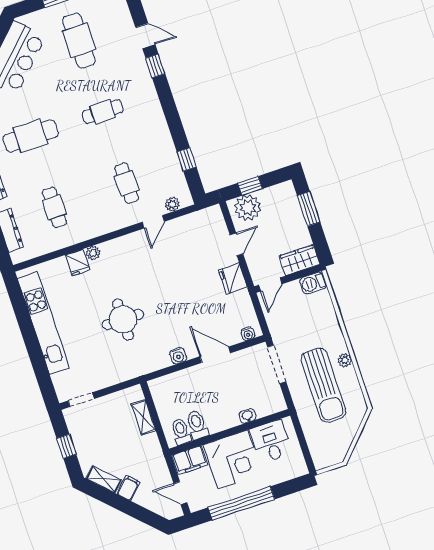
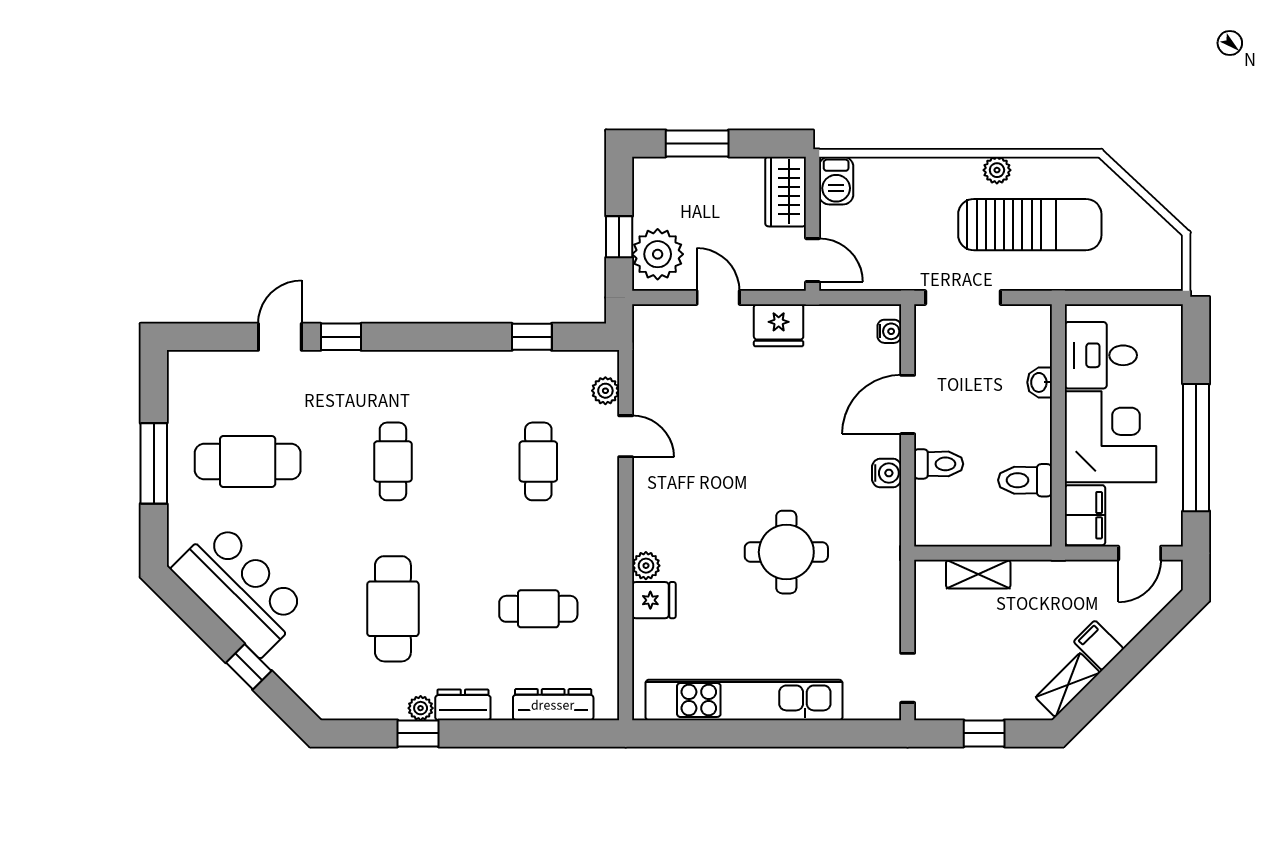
cafe table: (127, 183) -> (538, 461), turned 90
toilet: (181, 431) -> (939, 464), moved, turned 180

